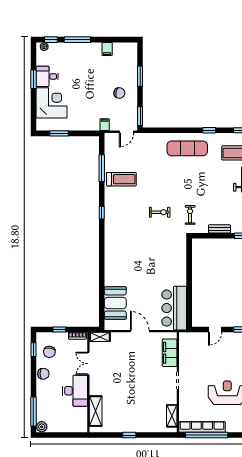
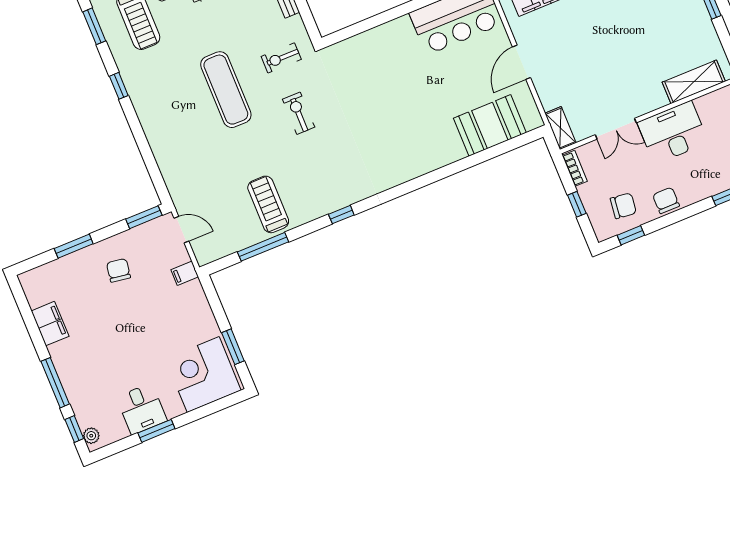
filing cabinet: (107, 49) -> (50, 324), width x2.00
corner desk: (52, 103) -> (203, 375), moved
exercise mat: (187, 148) -> (226, 90), moved

